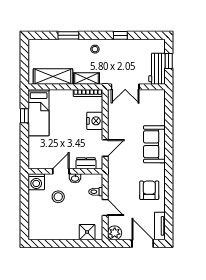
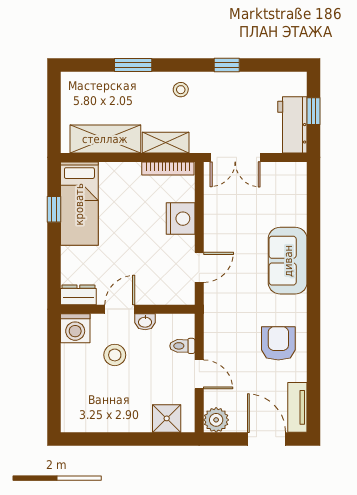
dresser: (86, 163) -> (78, 295), moved

